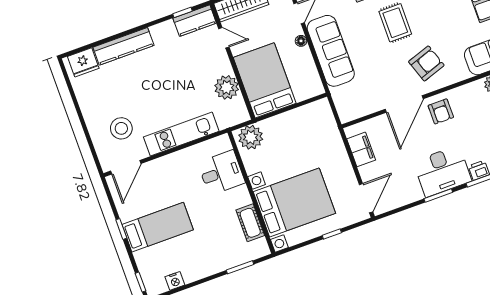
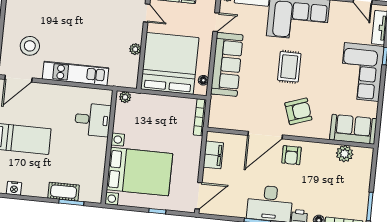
floor lamp: (301, 41) -> (203, 80), moved
bed: (265, 80) -> (170, 63), width x1.36
plant: (227, 87) -> (135, 49), width x0.53, depth x0.53
bookcase: (329, 118) -> (200, 117), added
plant: (251, 137) -> (125, 97), width x0.53, depth x0.53
cot: (250, 223) -> (64, 192), moved, turned 90

